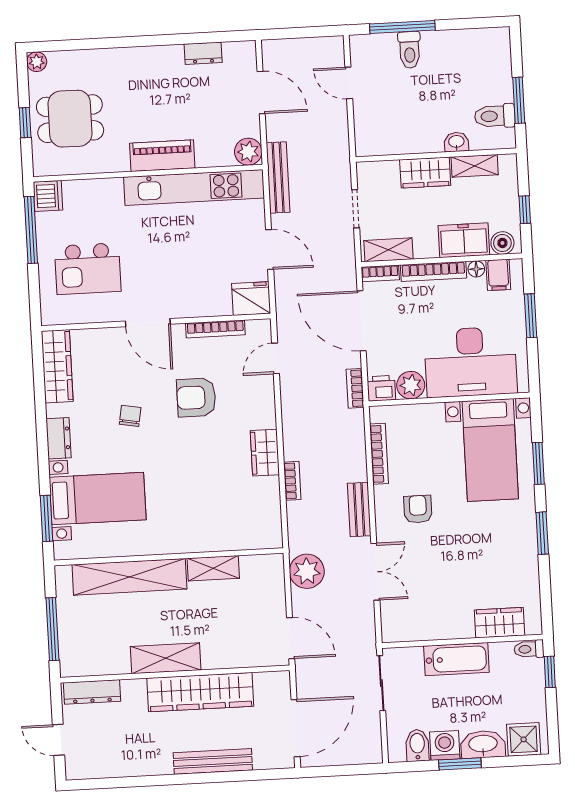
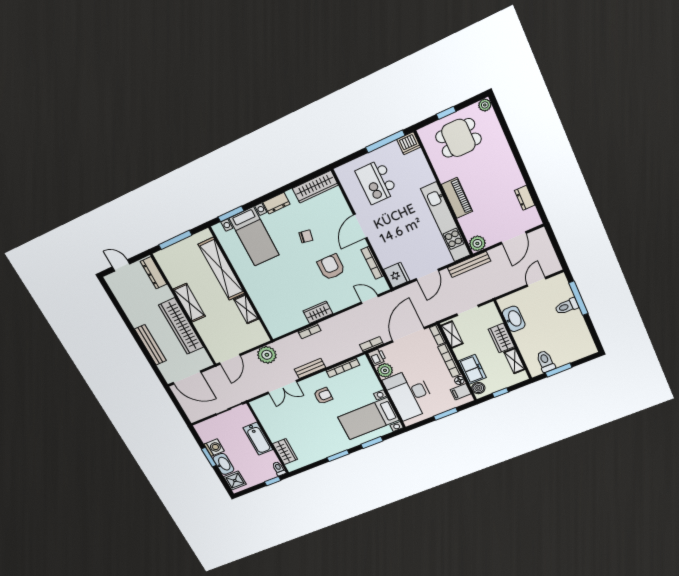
dining table: (70, 119) -> (458, 138), turned 90
washbasin: (456, 142) -> (514, 319), moved, width x1.91, depth x1.45
door: (58, 740) -> (121, 265), hinge flipped
bidet: (417, 745) -> (208, 435), removed

